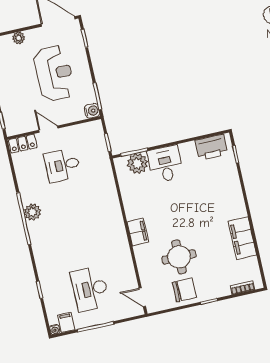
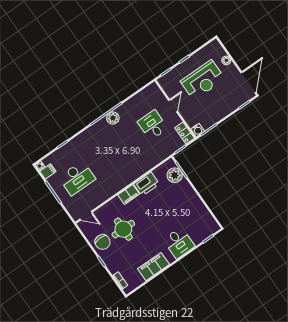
reception desk: (54, 73) -> (203, 80), moved
locker: (23, 144) -> (185, 133), moved
printer: (211, 147) -> (146, 184), moved, turned -90
desk: (165, 164) -> (179, 243), moved, turned 90
desk: (90, 289) -> (77, 178), turned 180
door: (142, 297) -> (86, 216), swing flipped

